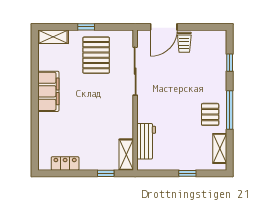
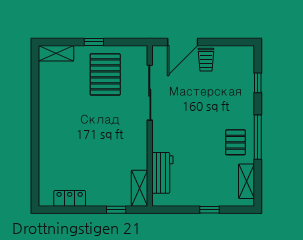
filing cabinet: (48, 91) -> (50, 116), removed

